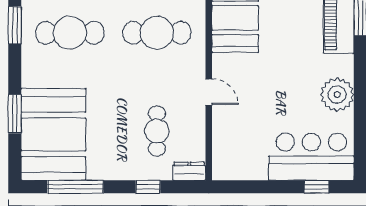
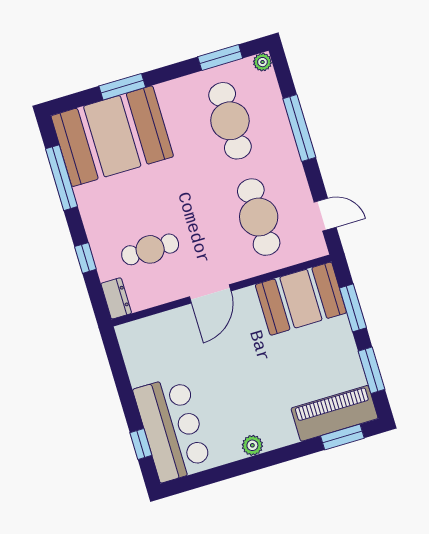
door: (209, 92) -> (210, 294), width x1.38
plant: (337, 95) -> (252, 445), width x0.53, depth x0.53

